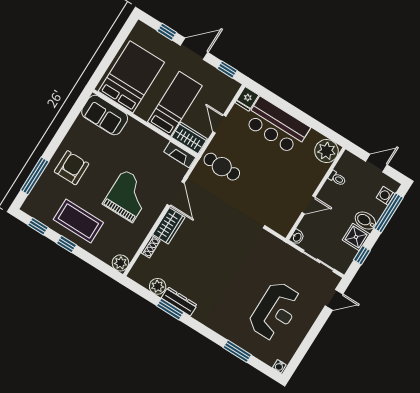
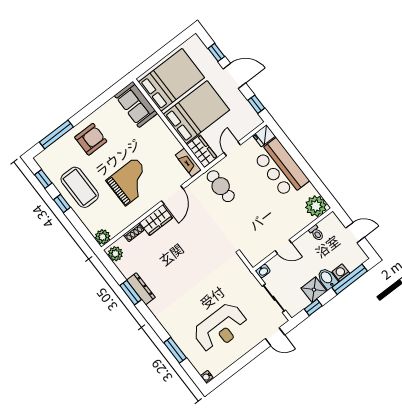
bed: (175, 104) -> (196, 112), width x1.50
washing machine: (386, 196) -> (341, 273), moved
plant: (158, 286) -> (115, 254), moved

